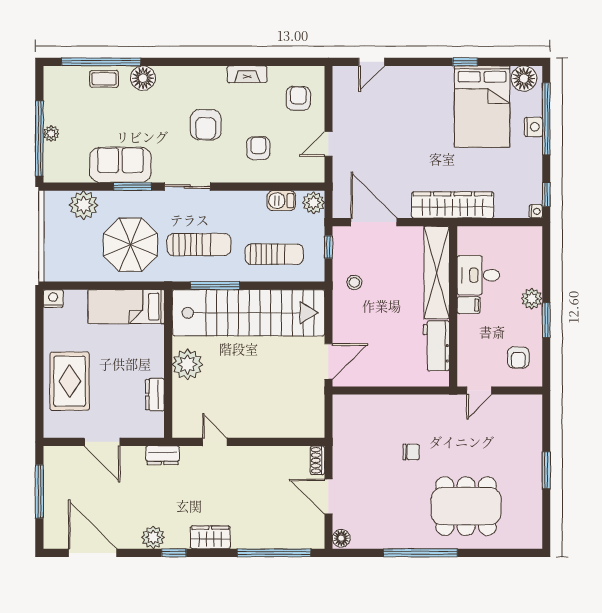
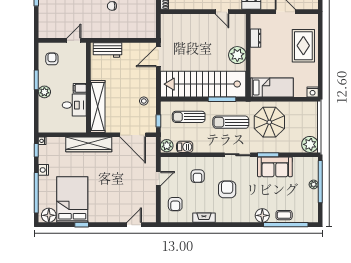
nightstand: (533, 127) -> (43, 170), moved
plant: (84, 205) -> (310, 144), moved
workbench: (436, 346) -> (107, 50), moved, turned 90

